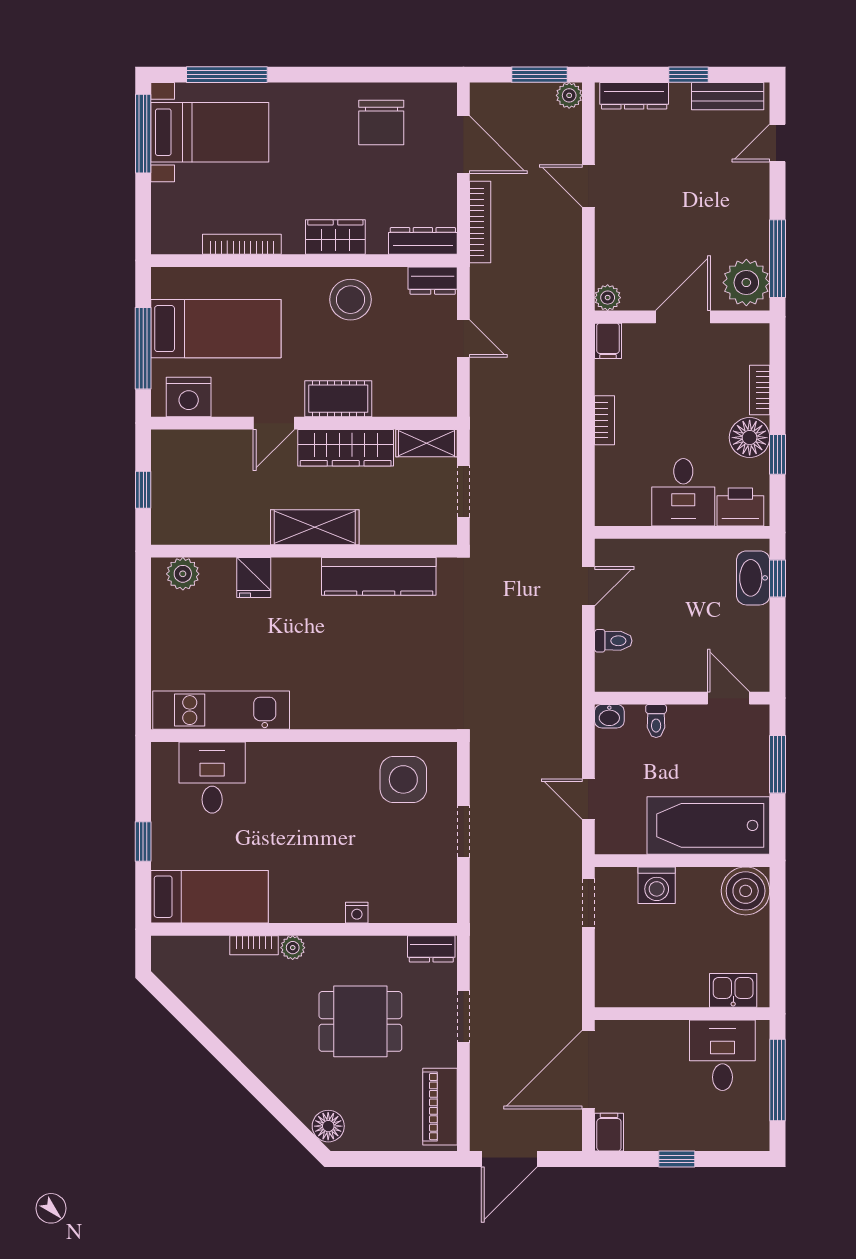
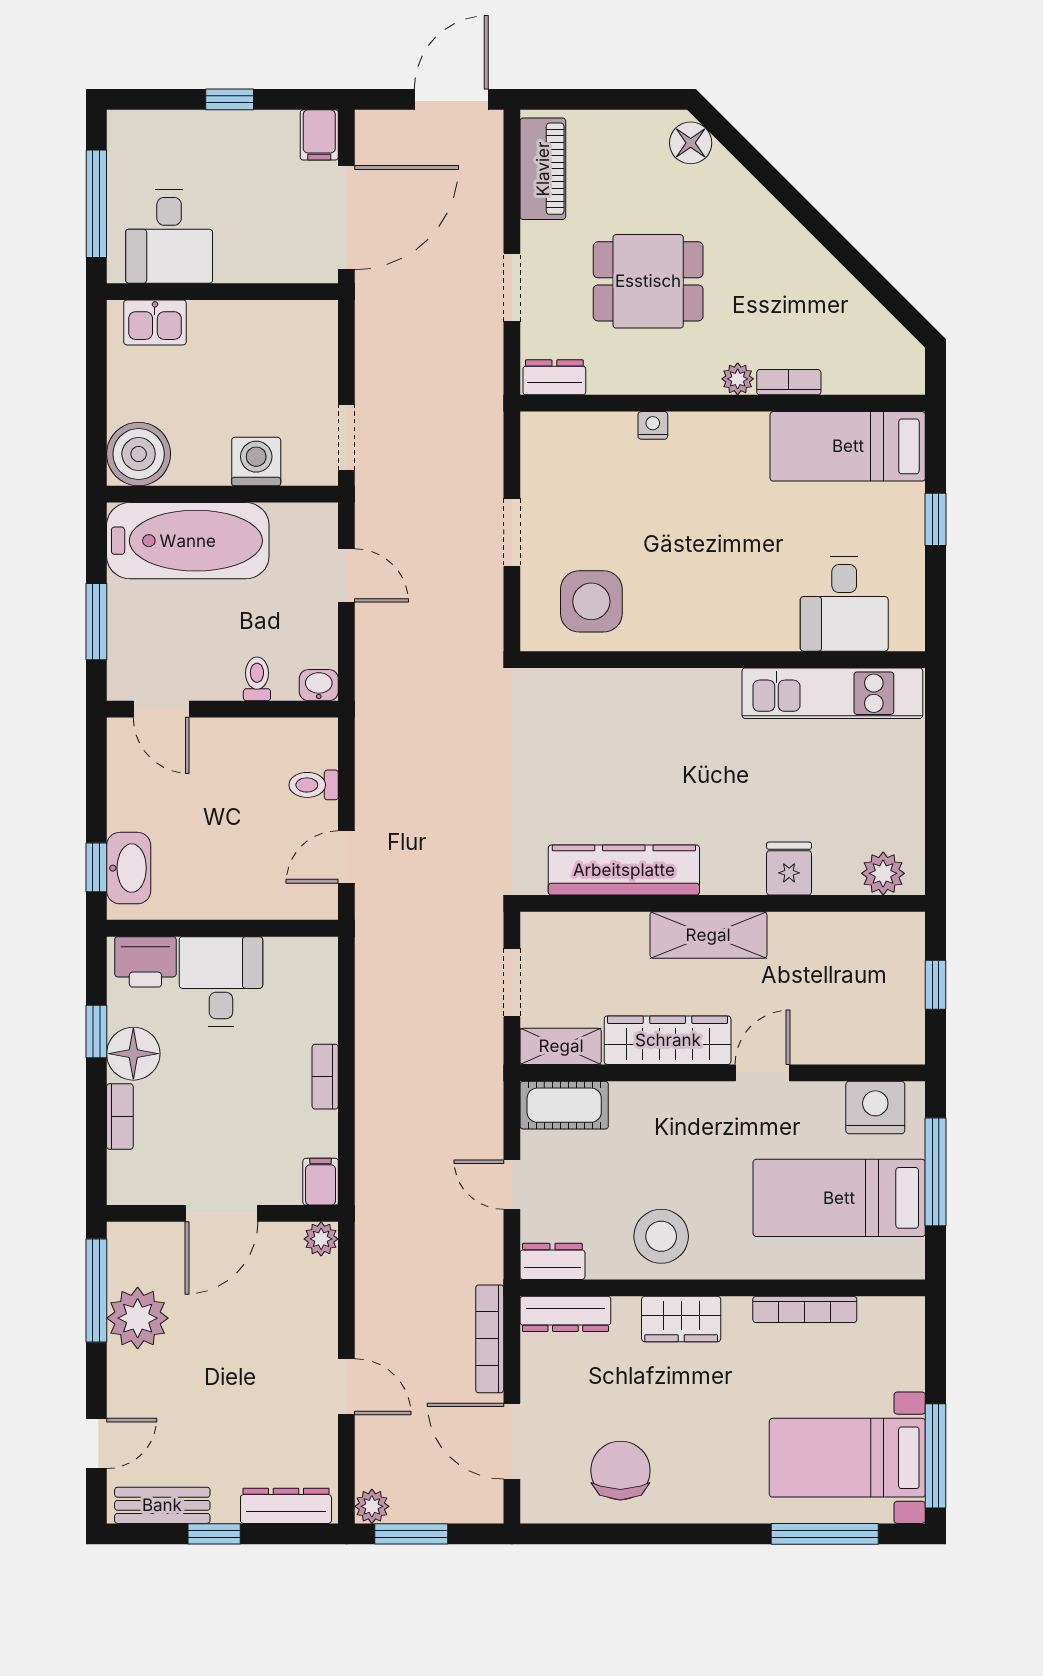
plant: (746, 283) -> (138, 1318), moved
cot: (338, 399) -> (564, 1105), moved

